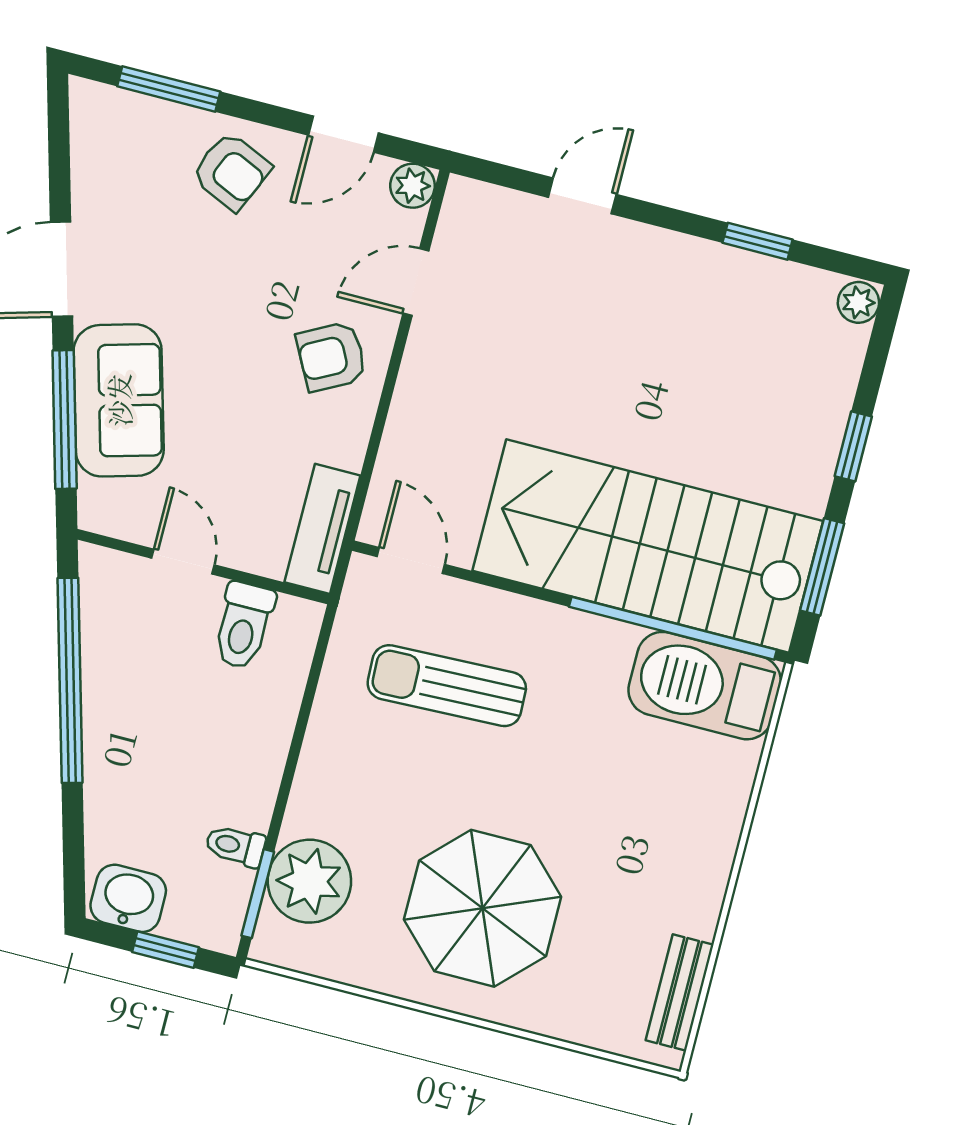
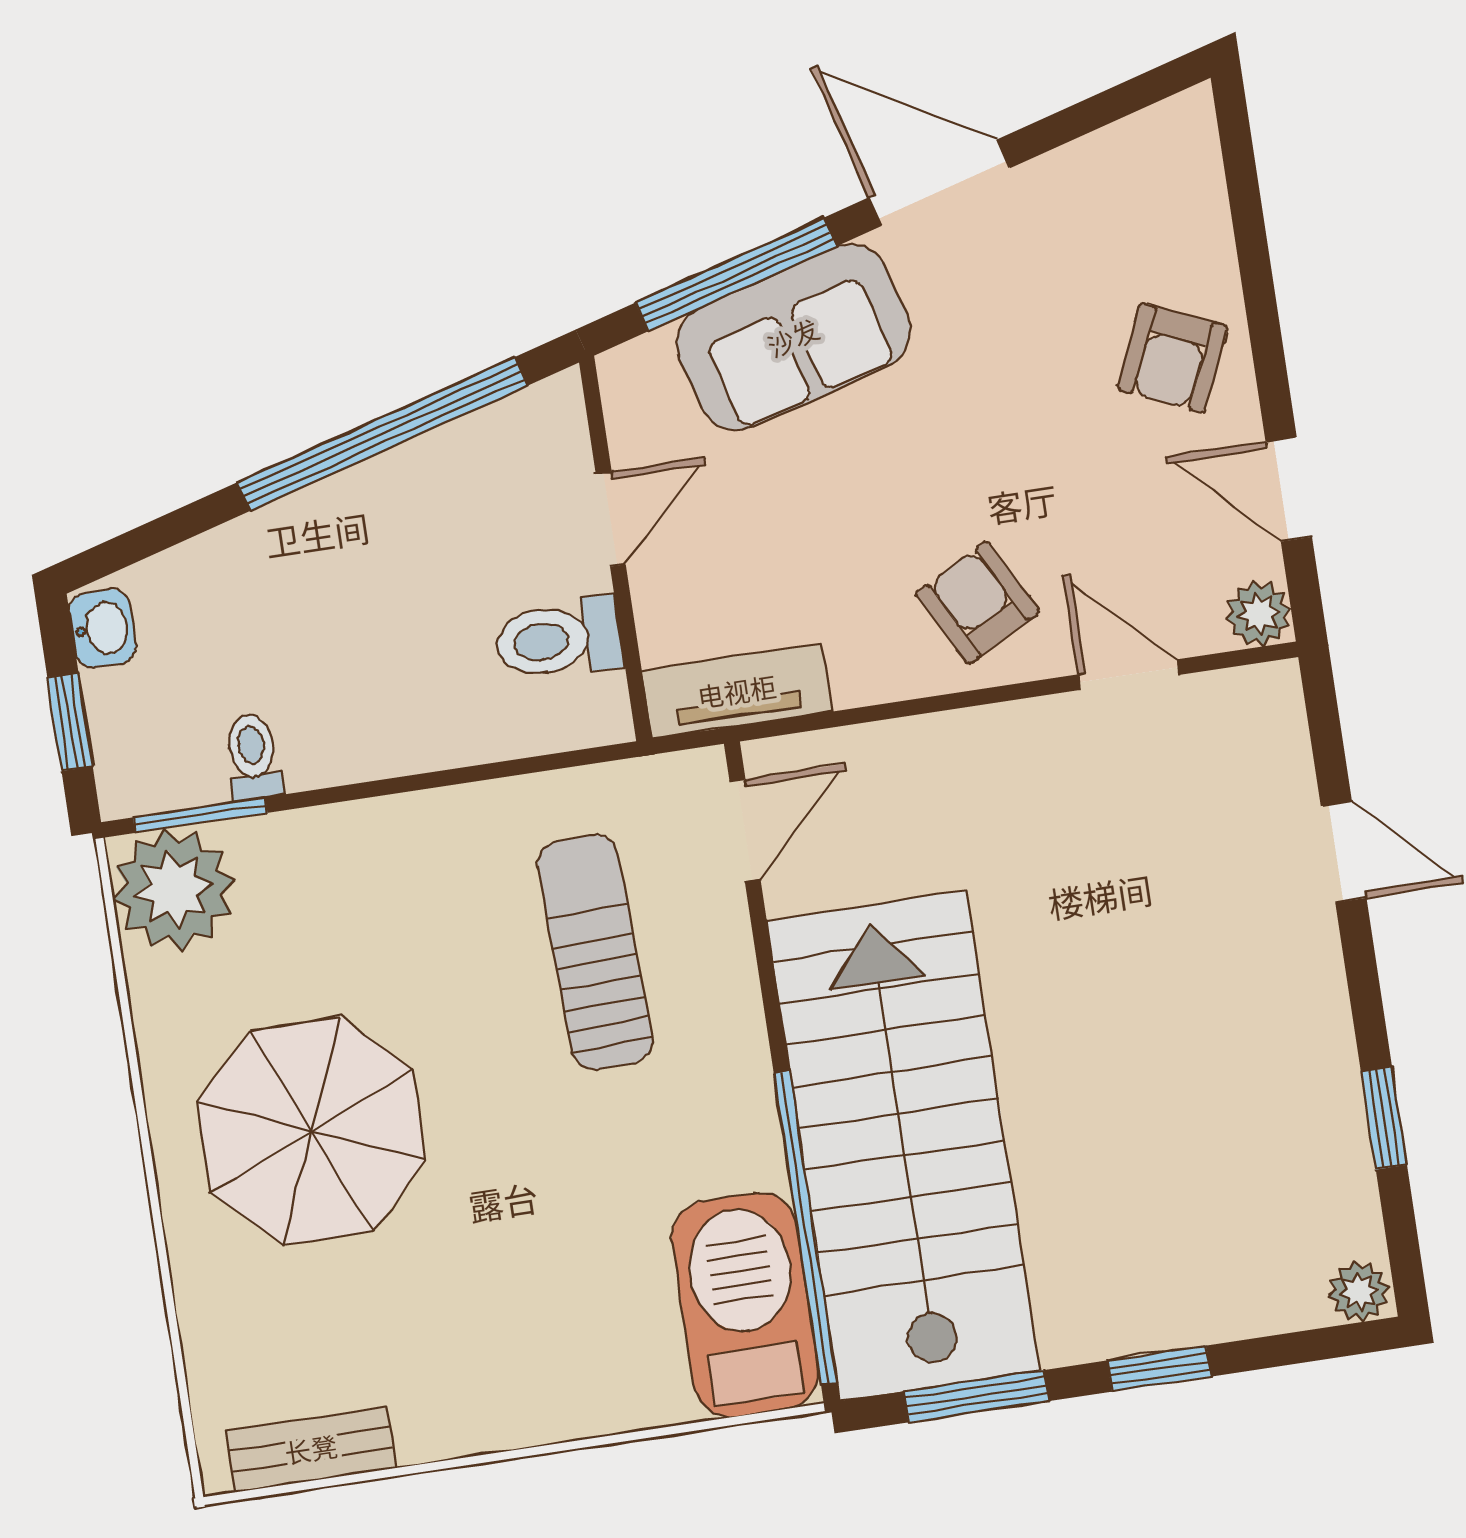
window: (169, 89) -> (1249, 224), removed
plant: (309, 881) -> (174, 890), moved
washbasin: (128, 898) -> (103, 628), width x0.72, depth x0.69

